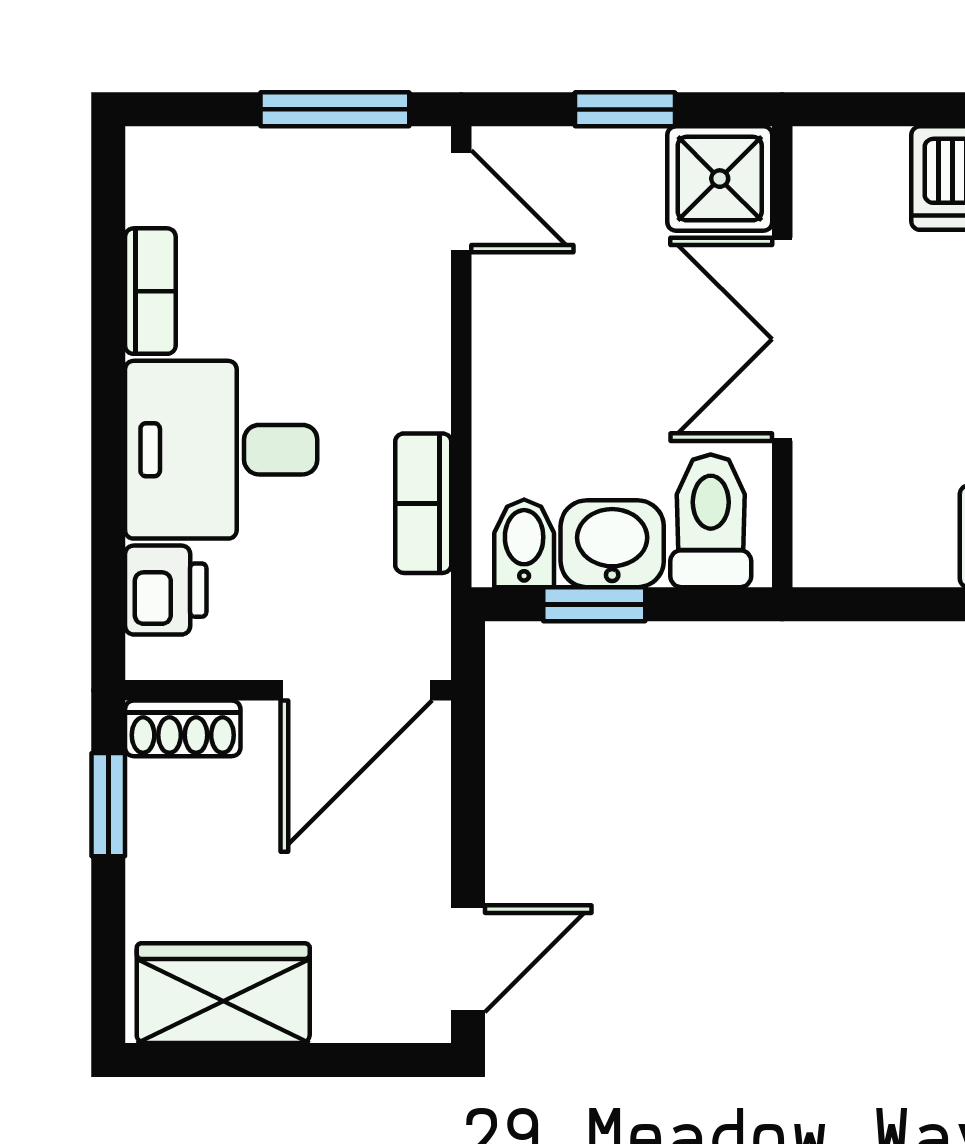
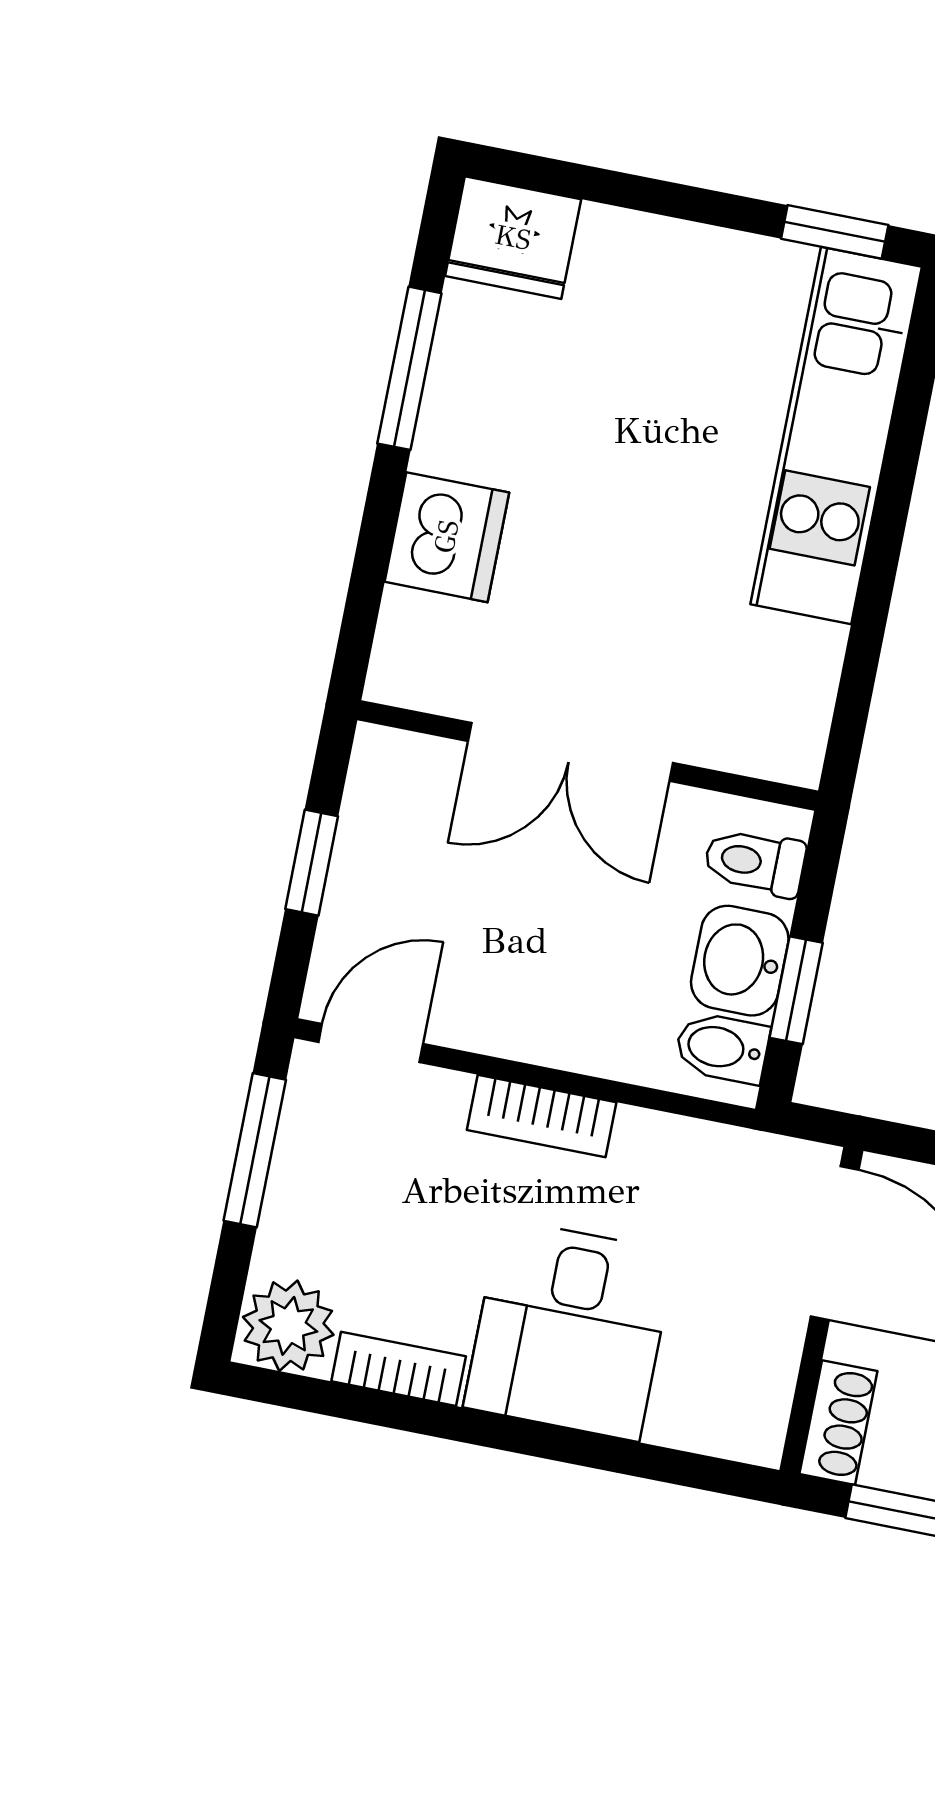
plant: (171, 176) -> (288, 1326), added
shower: (720, 179) -> (399, 782), removed
bookcase: (423, 503) -> (542, 1116), moved
toilet: (711, 521) -> (755, 862), width x0.73, depth x0.72
printer: (166, 590) -> (698, 1412), removed

